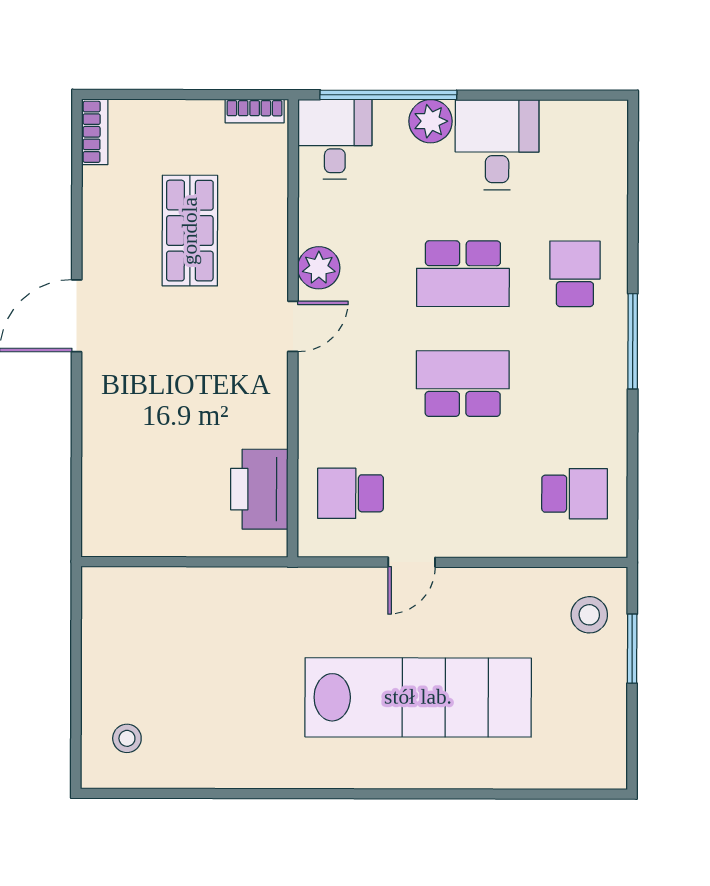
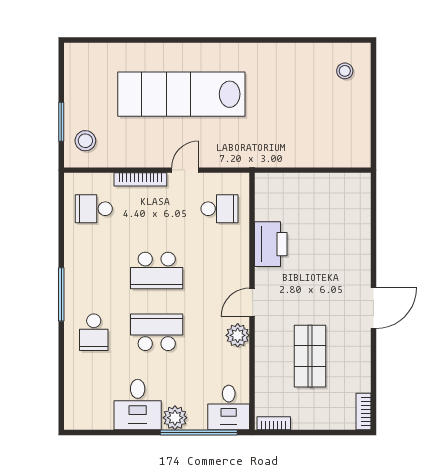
printer: (259, 489) -> (271, 244), moved
bookcase: (491, 546) -> (140, 179), added

